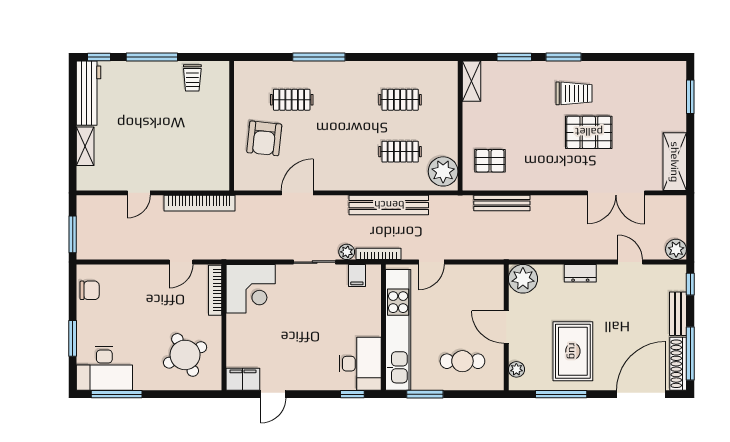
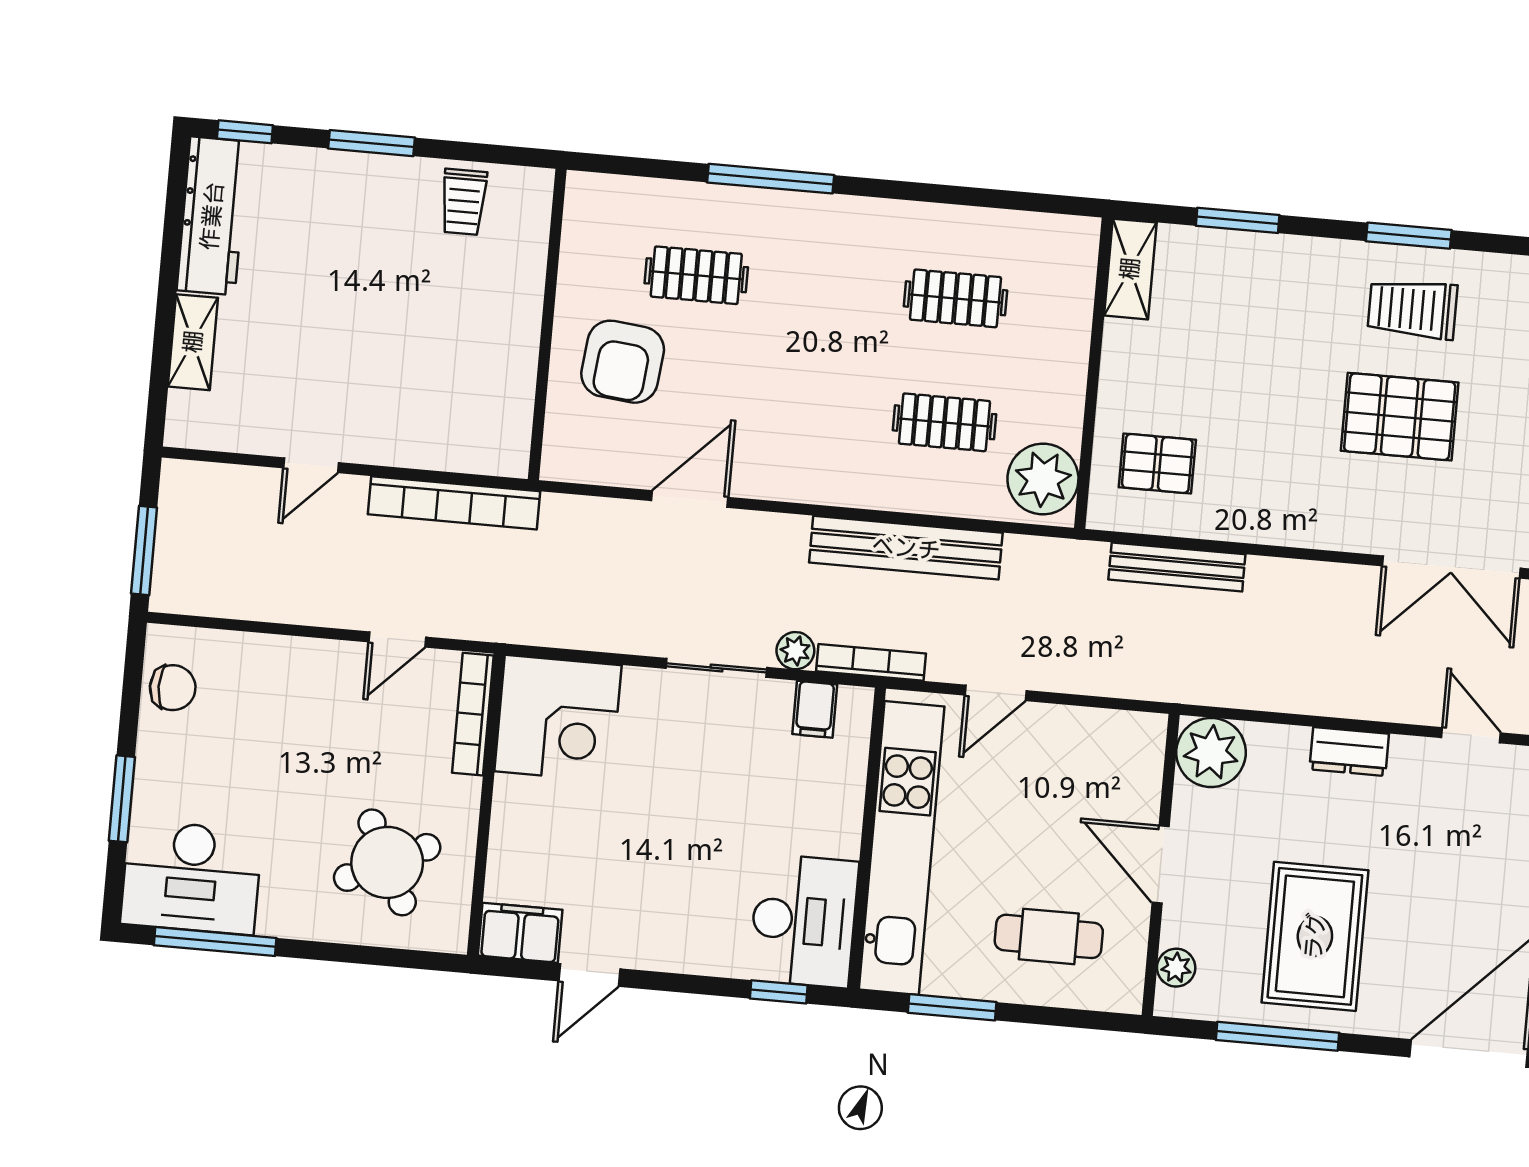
window: (152, 57) -> (371, 143), width x0.69
window: (563, 57) -> (1409, 236), moved
trolley: (574, 93) -> (1412, 309), moved, turned 180

